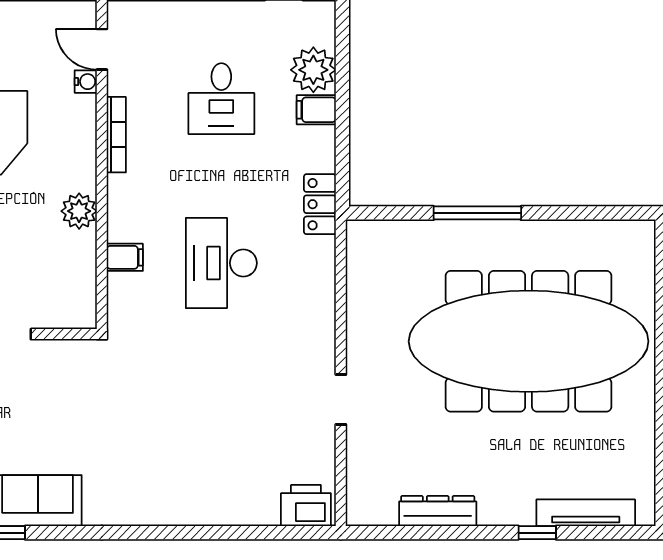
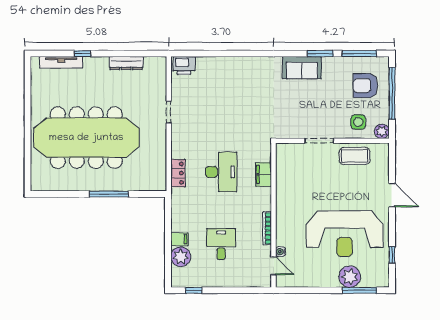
locker: (320, 204) -> (178, 173), moved
plant: (79, 211) -> (284, 195), removed
filing cabinet: (125, 257) -> (263, 174), width x2.00

